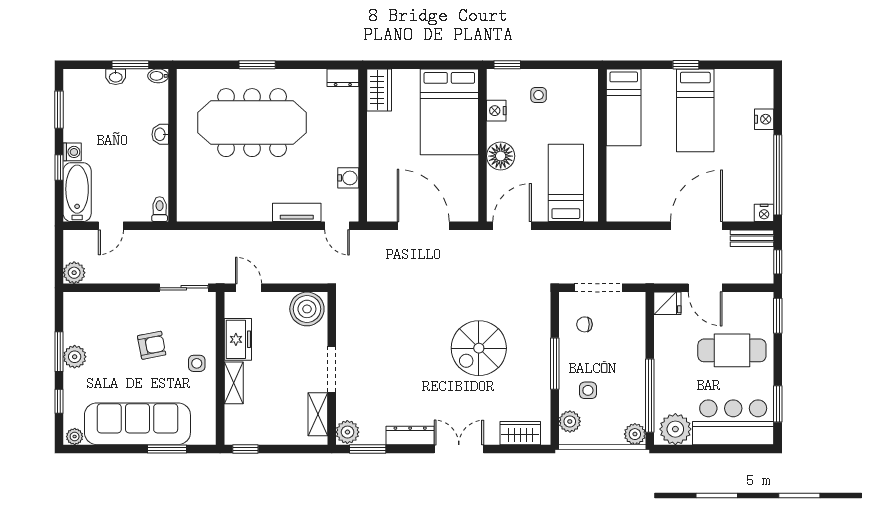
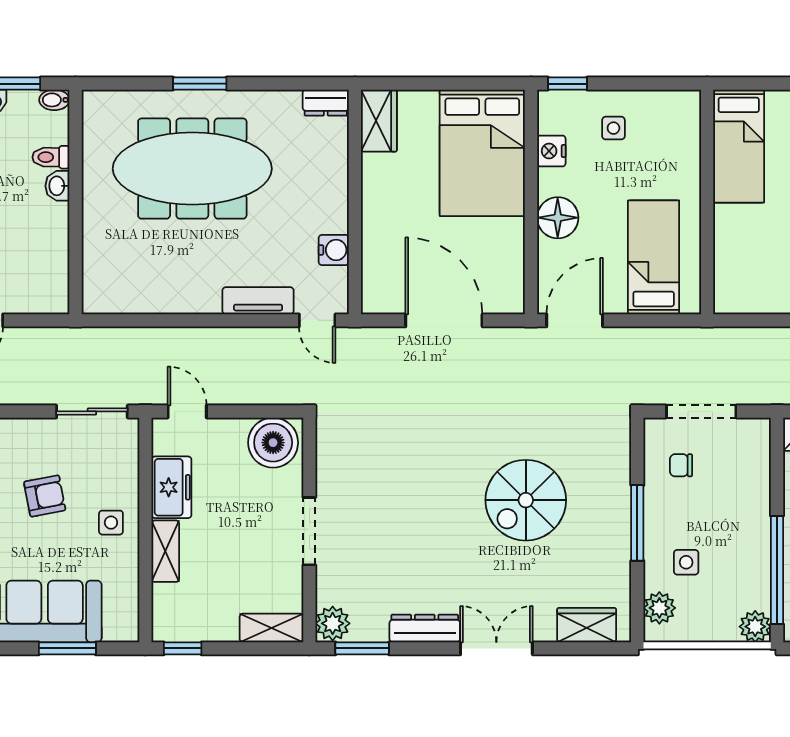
toilet: (160, 209) -> (51, 157), moved, turned -90
shelving: (318, 414) -> (271, 628), moved, turned 90

